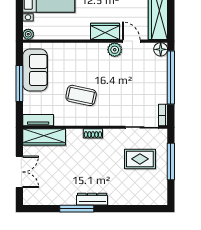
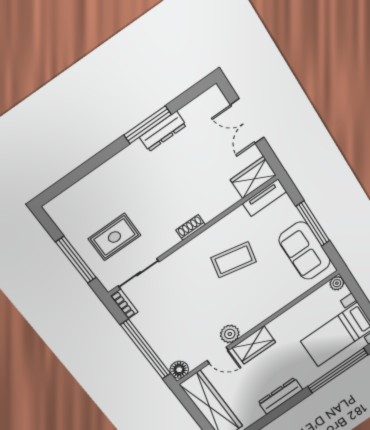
wardrobe: (44, 137) -> (253, 177), width x0.67
dresser: (92, 199) -> (163, 131), moved

